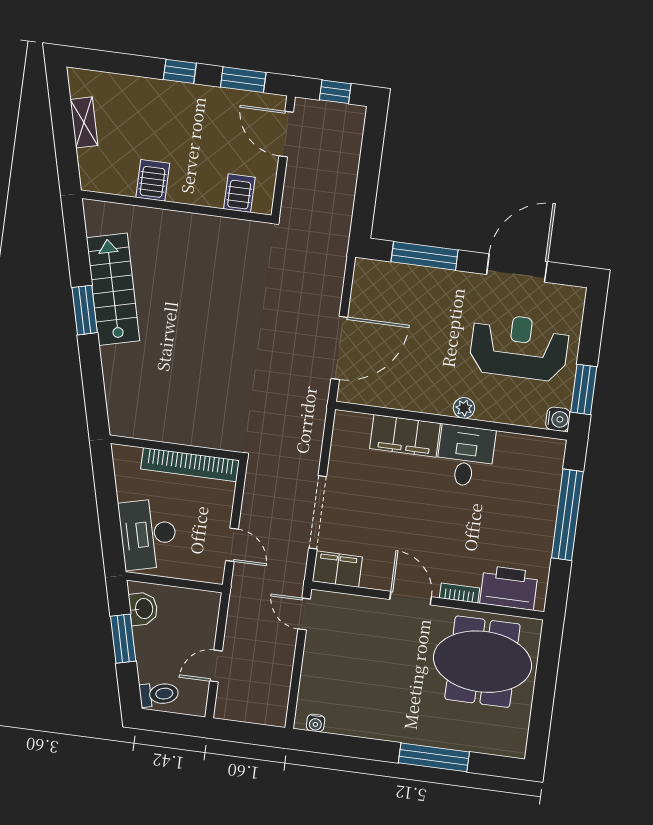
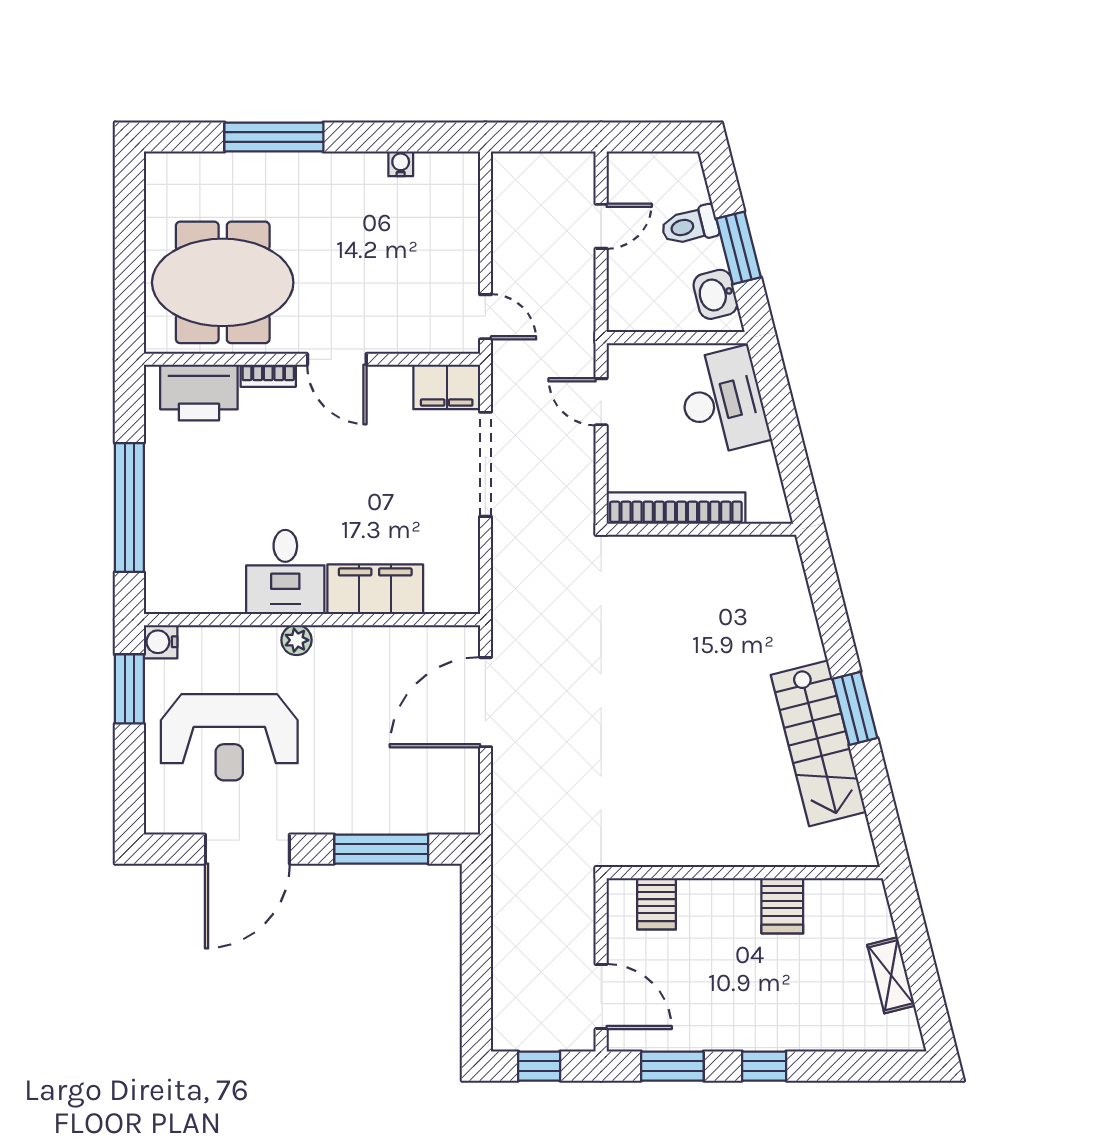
toilet: (159, 694) -> (690, 226), moved
water cooler: (316, 723) -> (401, 164), moved

